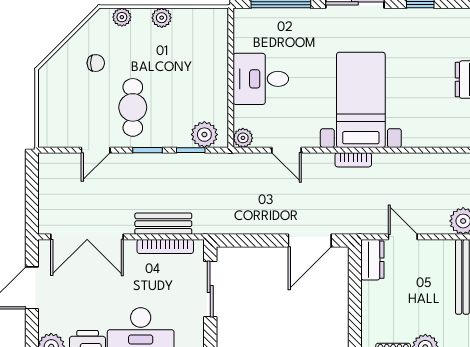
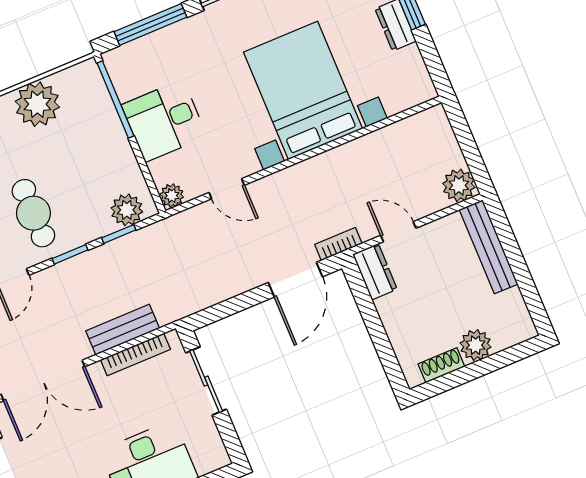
plant: (162, 18) -> (37, 104), width x1.88, depth x1.88
window: (231, 47) -> (115, 99), added
bed with nightstands: (361, 100) -> (303, 90), width x1.36
bookcase: (353, 160) -> (338, 244), moved, turned 180

